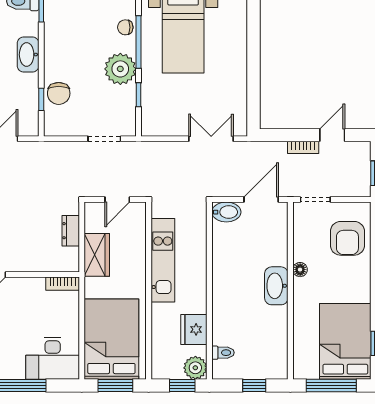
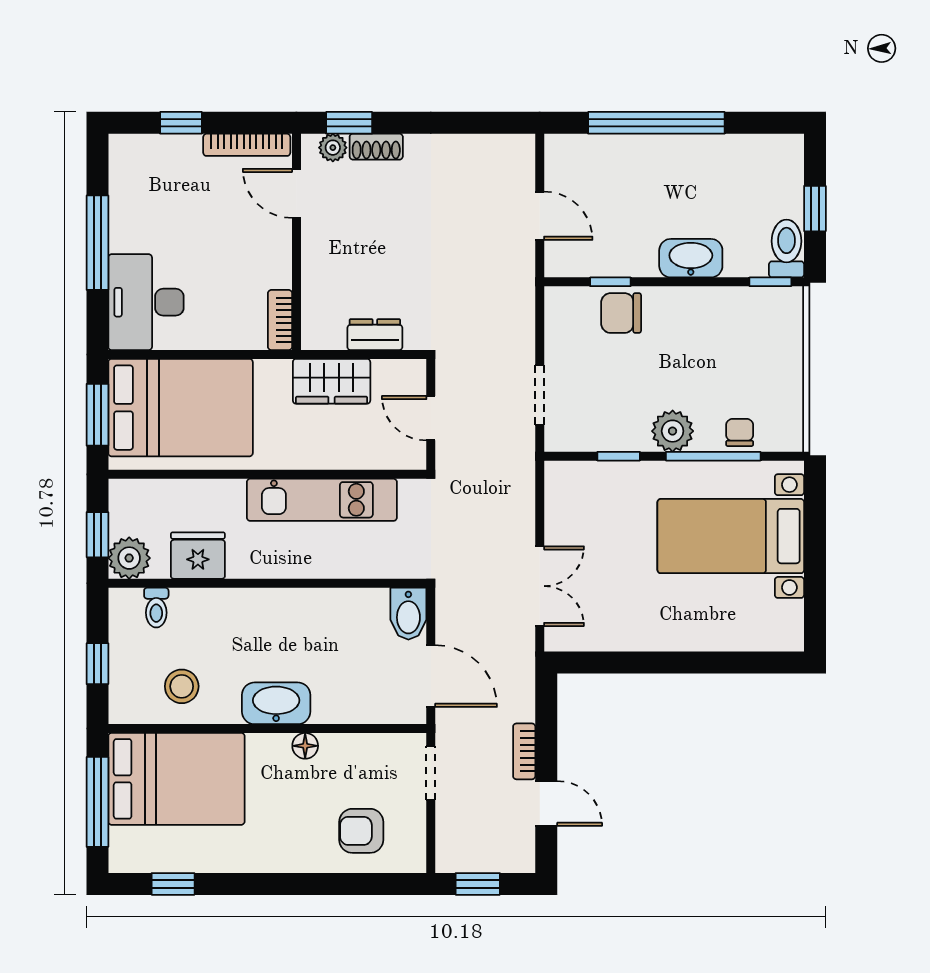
plant: (120, 69) -> (673, 431), width x0.73, depth x0.73
armchair: (347, 238) -> (361, 831), width x0.72, depth x0.72
stool: (267, 338) -> (182, 686), added
bed: (345, 341) -> (176, 779), moved

